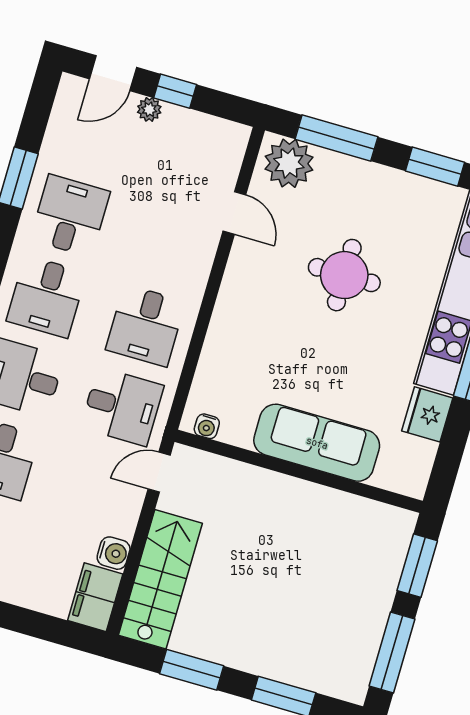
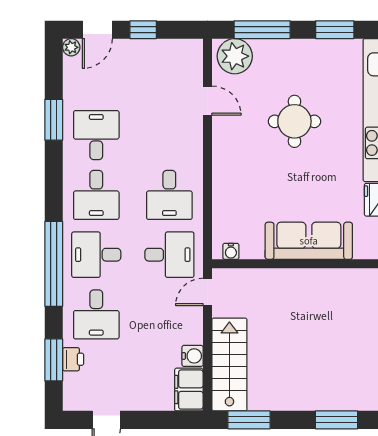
plant: (149, 109) -> (71, 47), moved
window: (192, 670) -> (249, 420), moved

